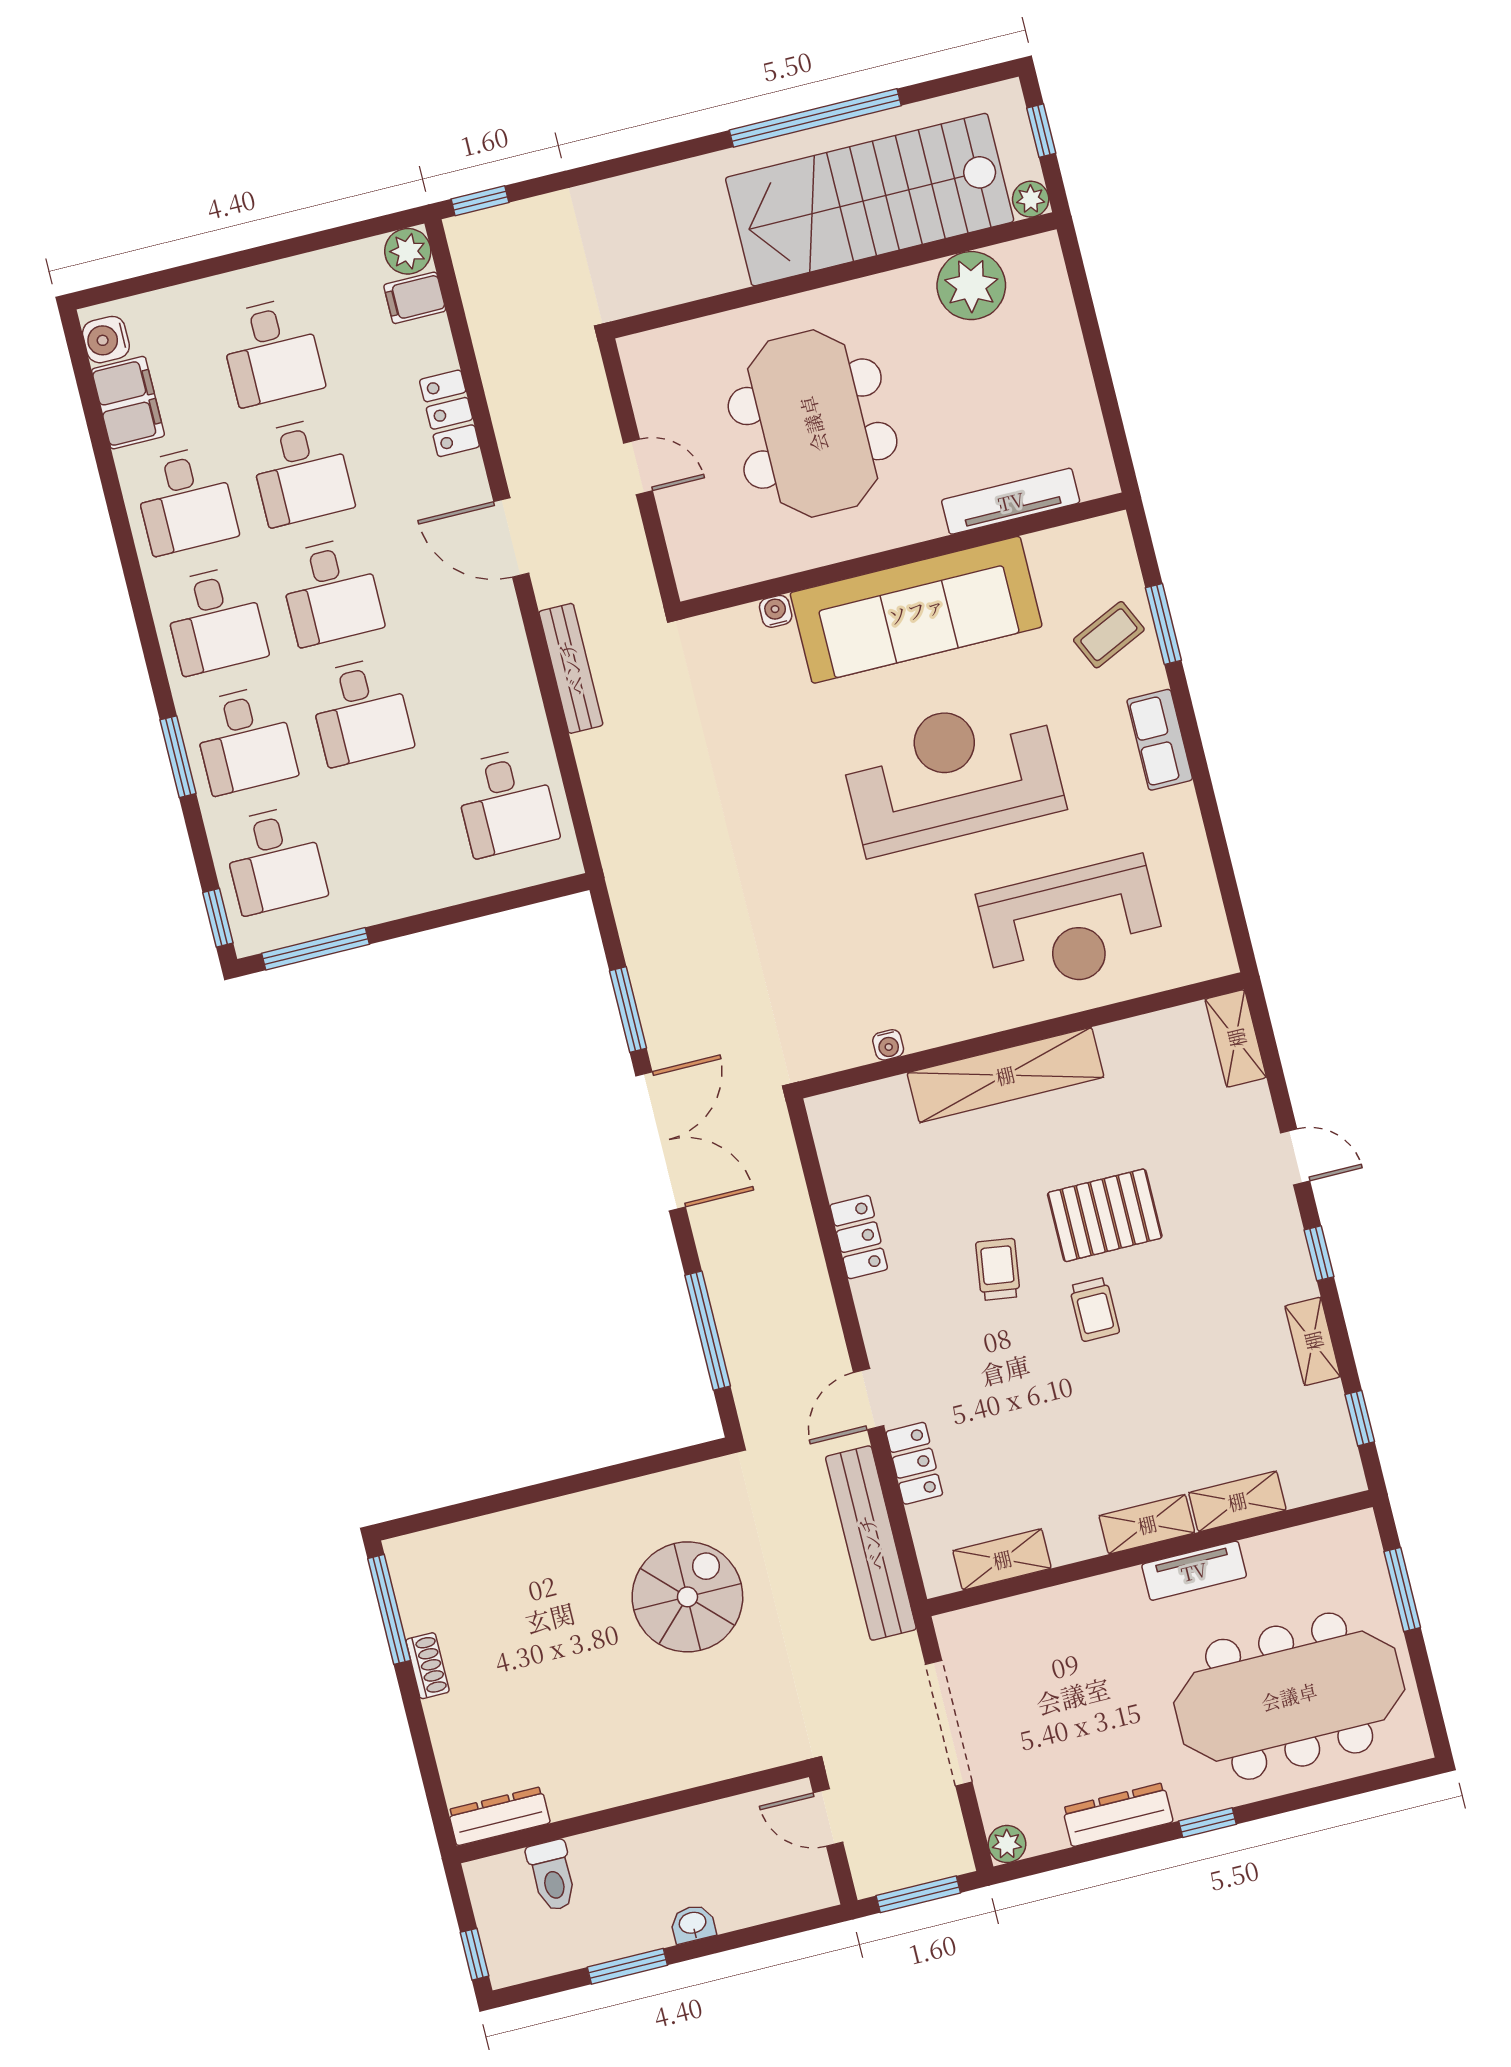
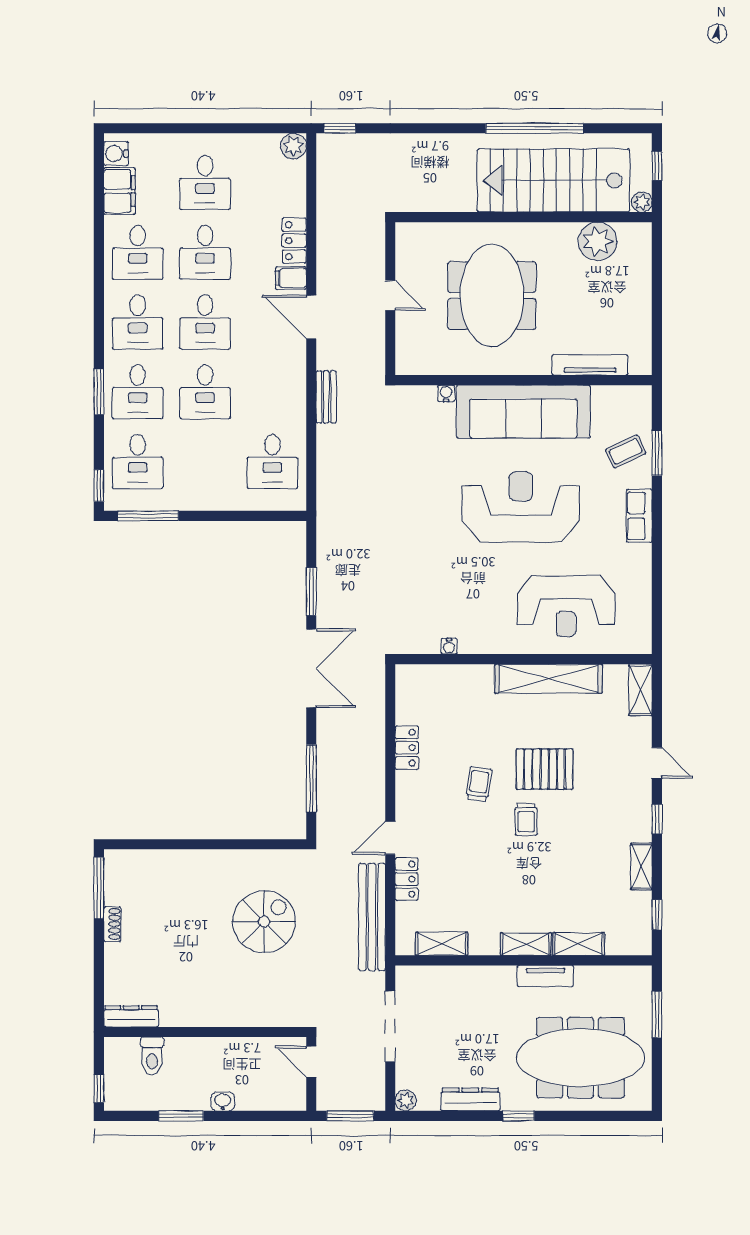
filing cabinet: (415, 298) -> (291, 278), moved
bench: (571, 668) -> (326, 397), width x0.73
shelving: (1005, 1075) -> (548, 679), moved

